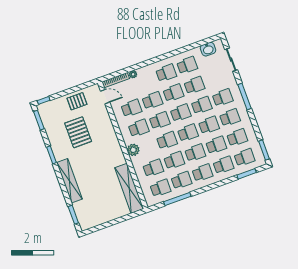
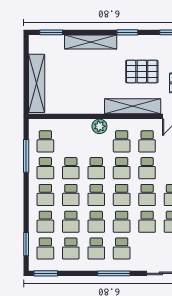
shelving: (108, 130) -> (133, 106), added
school desk: (153, 168) -> (71, 141), removed
shelving: (129, 188) -> (37, 83), moved, turned 90

